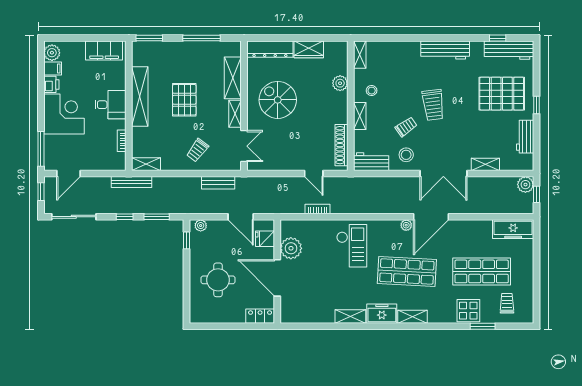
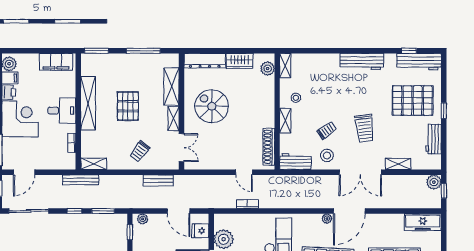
plant: (340, 83) -> (268, 69), moved
trolley: (433, 105) -> (365, 128), moved

